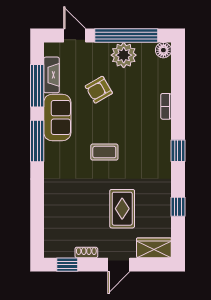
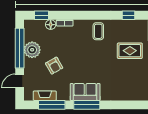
floor lamp: (163, 50) -> (51, 25), moved
sofa: (57, 117) -> (85, 92), moved
window: (178, 151) -> (41, 15), moved
coffee table: (104, 152) -> (98, 31), moved

